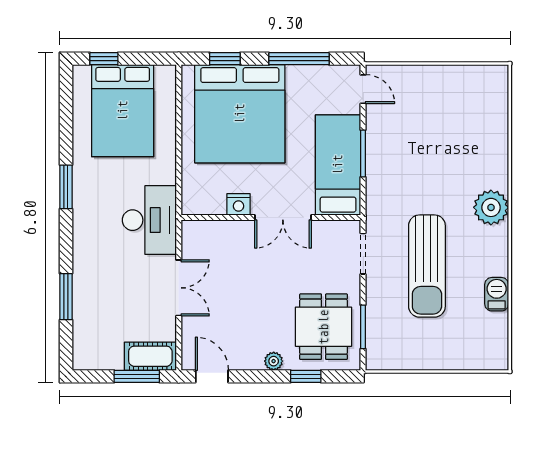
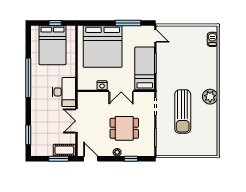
window: (104, 59) -> (55, 23), moved
window: (225, 59) -> (96, 23), removed
window: (66, 187) -> (28, 78), width x2.11
plant: (491, 207) -> (210, 97), moved
double door: (179, 288) -> (77, 121), swing flipped
barbecue: (497, 294) -> (212, 39), moved
window: (66, 297) -> (28, 135), moved
dining table: (324, 327) -> (124, 128), moved, turned 90

